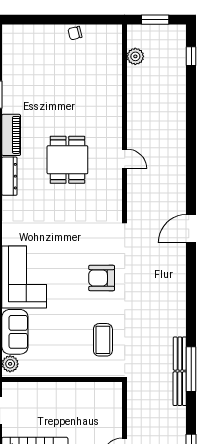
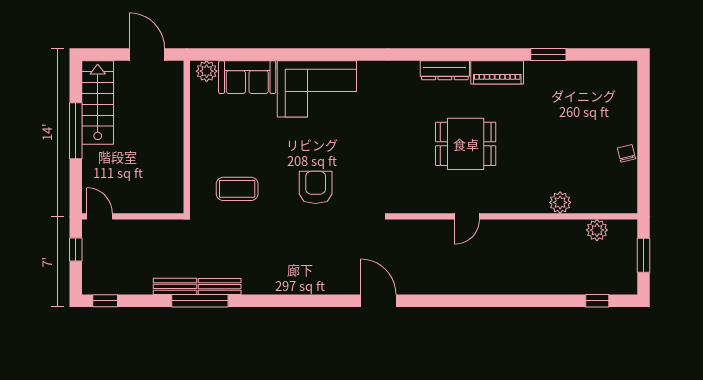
plant: (114, 85) -> (560, 202), added

